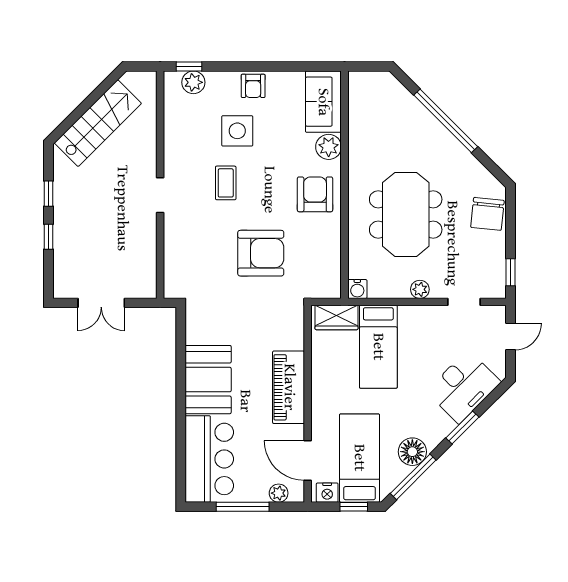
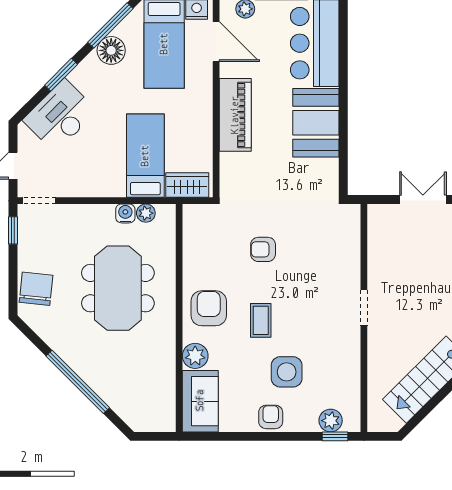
coffee table: (226, 183) -> (261, 320), moved
armchair: (315, 194) -> (209, 308), turned 180
armchair: (261, 253) -> (263, 249), width x0.53, depth x0.53
water cooler: (357, 289) -> (125, 213), moved
plant: (420, 289) -> (146, 213), moved
doorway: (464, 302) -> (39, 201), moved

